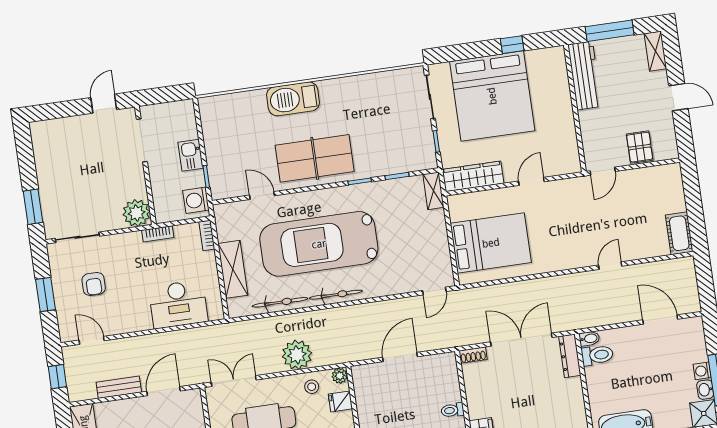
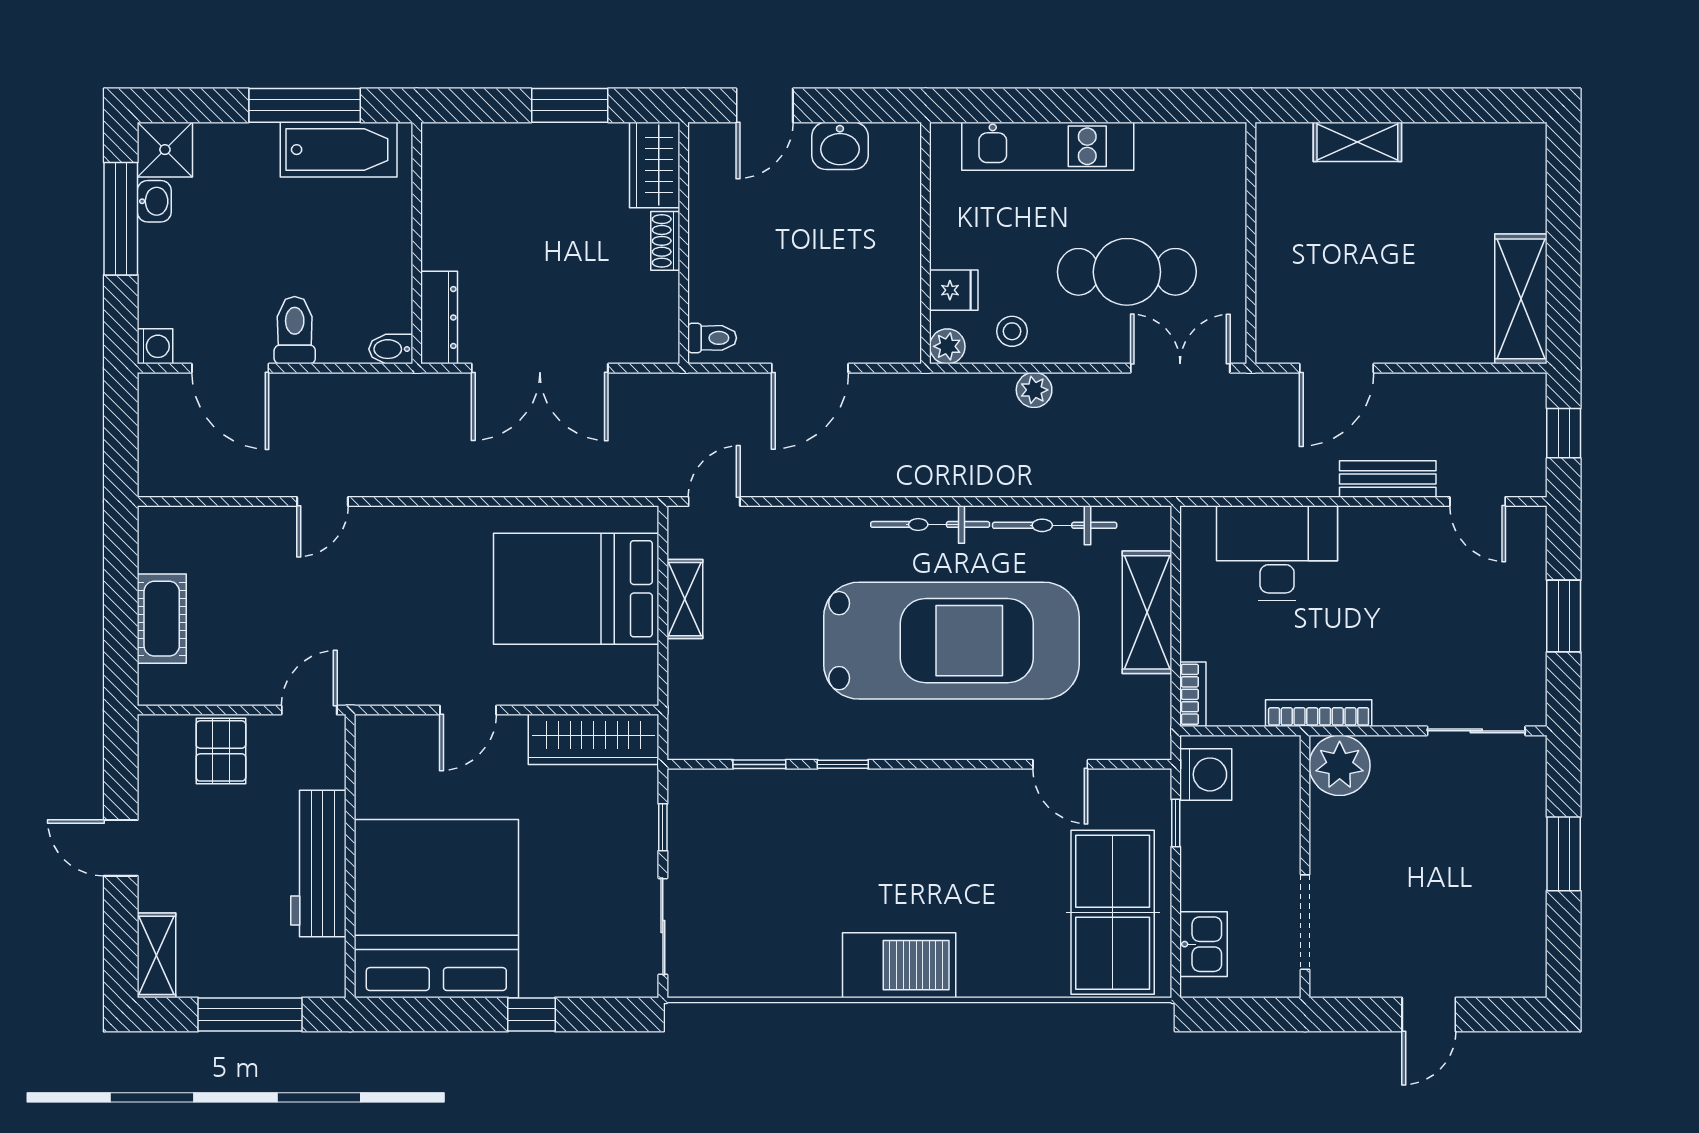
window: (512, 45) -> (531, 1014), moved
workbench: (585, 75) -> (318, 864), moved
bed: (492, 96) -> (436, 909), moved
barbecue: (293, 99) -> (899, 965), moved
door: (104, 104) -> (1429, 1014), moved
kitchen sink: (191, 155) -> (1204, 944), moved
table tennis table: (315, 158) -> (1113, 912), moved, turned 90
shelving: (433, 191) -> (685, 599), moved
window: (33, 207) -> (1564, 854), moved
cot: (679, 233) -> (162, 619), moved
bookcase: (158, 234) -> (1319, 713), width x1.56
armchair: (94, 284) -> (1455, 624), removed
plant: (297, 355) -> (1034, 390), width x0.53, depth x0.53
shoe rack: (473, 355) -> (665, 241), moved, turned -90
toilet: (597, 355) -> (295, 330), moved, turned 90
washing machine: (702, 371) -> (155, 346), moved
double door: (234, 381) -> (1180, 368), swing flipped
bench: (119, 387) -> (1388, 479), moved
toilet: (452, 410) -> (712, 338), moved

